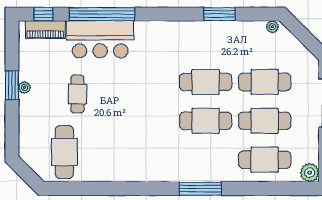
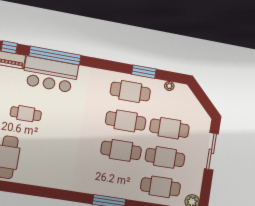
plant: (272, 27) -> (169, 86), moved
cafe table: (206, 43) -> (130, 92), added
cafe table: (77, 94) -> (26, 114), turned 90

